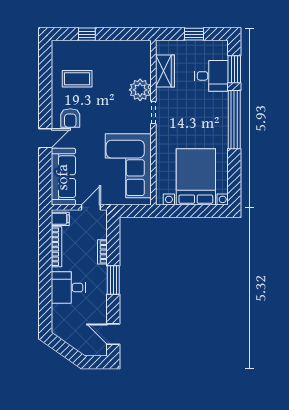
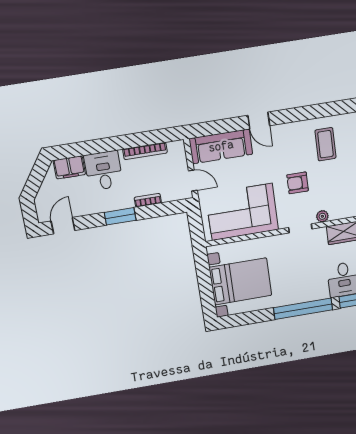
plant: (140, 90) -> (322, 216), width x0.53, depth x0.53
armchair: (70, 118) -> (298, 183), moved
filing cabinet: (60, 219) -> (69, 167), moved, width x2.00

